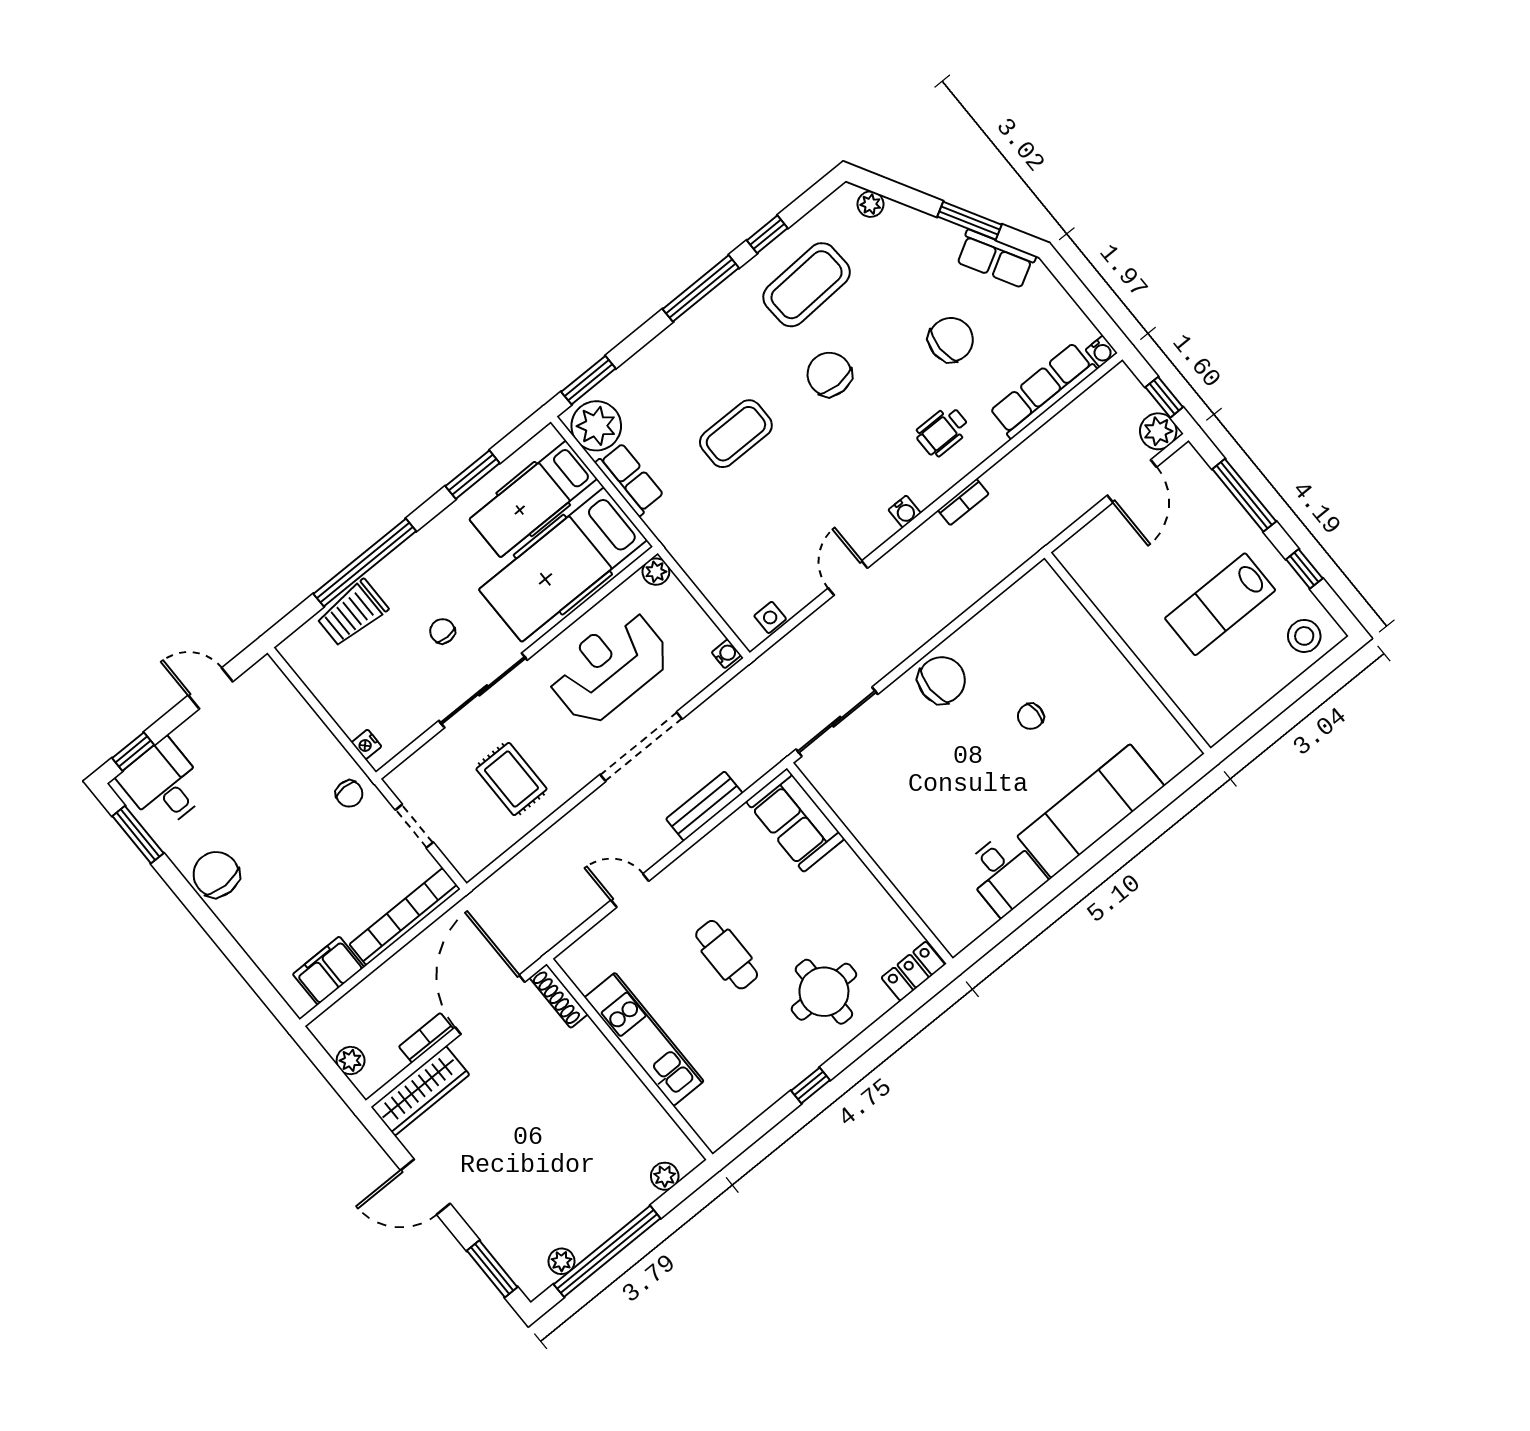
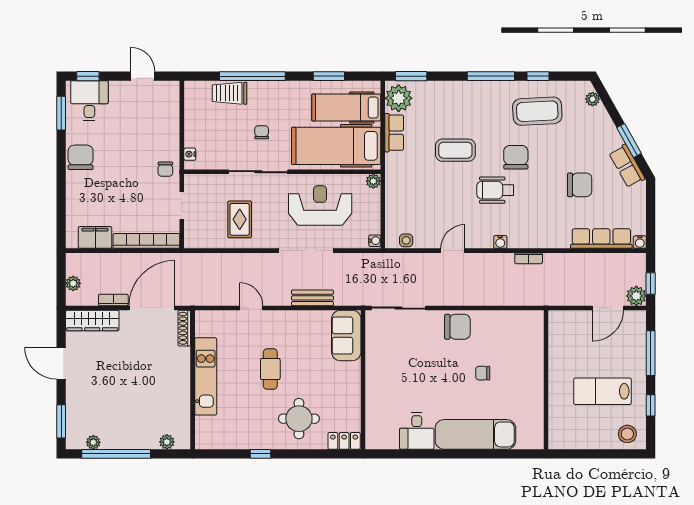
wheelchair: (943, 431) -> (495, 190), moved, width x1.36, depth x1.37

